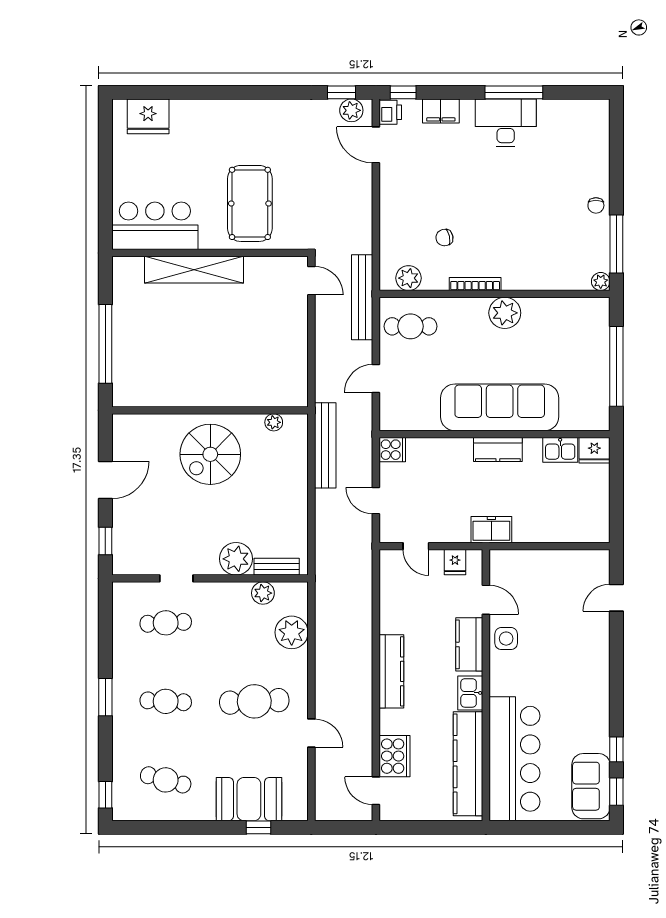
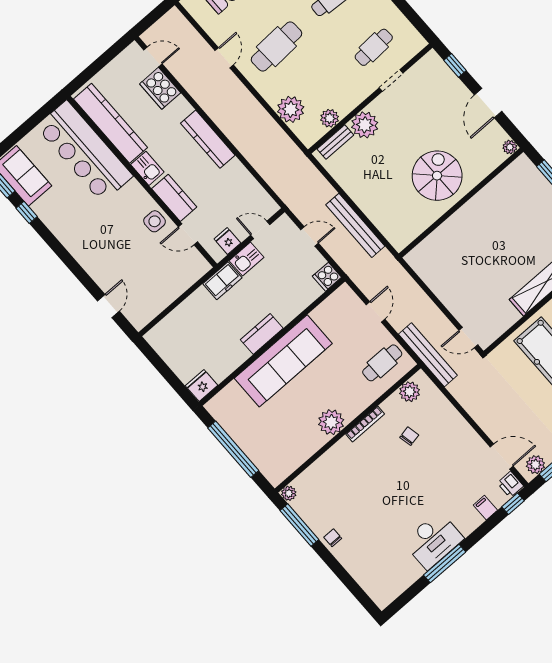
filing cabinet: (441, 111) -> (485, 508), width x0.50
plant: (274, 422) -> (510, 147), moved
bench: (325, 445) -> (355, 225), moved
kitchen sink: (560, 450) -> (246, 259), moved, turned 180
door: (311, 733) -> (224, 58), swing flipped

